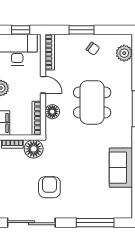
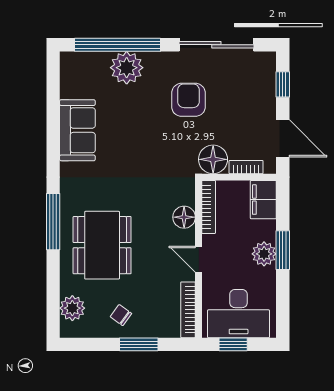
dining table: (92, 102) -> (102, 245), moved
armchair: (49, 187) -> (188, 100), turned 180
plant: (89, 208) -> (127, 68), added
window: (95, 223) -> (117, 45), width x1.46

